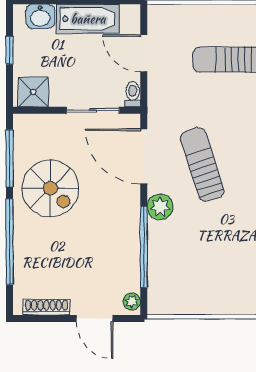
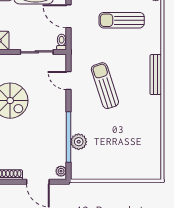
door: (144, 156) -> (69, 81), width x0.53
plant: (160, 207) -> (79, 142), moved

